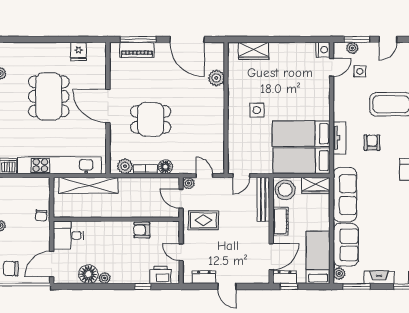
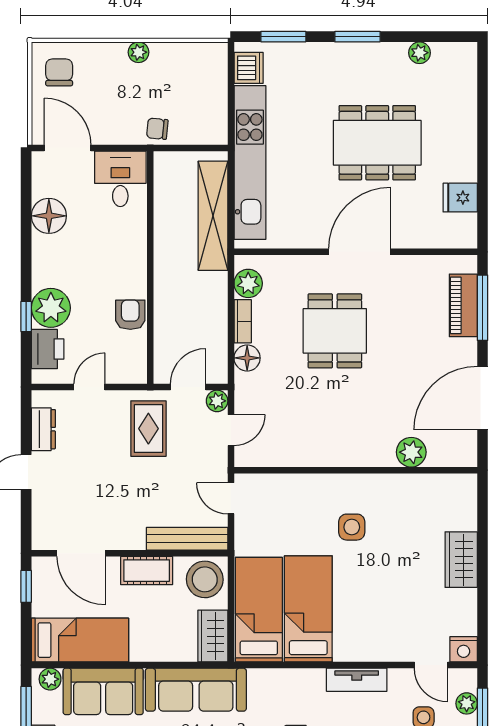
wardrobe: (254, 51) -> (461, 560), moved
tv unit: (340, 138) -> (357, 680), moved
dresser: (284, 277) -> (43, 578), removed
plant: (105, 278) -> (51, 308), moved, width x1.87, depth x1.87

